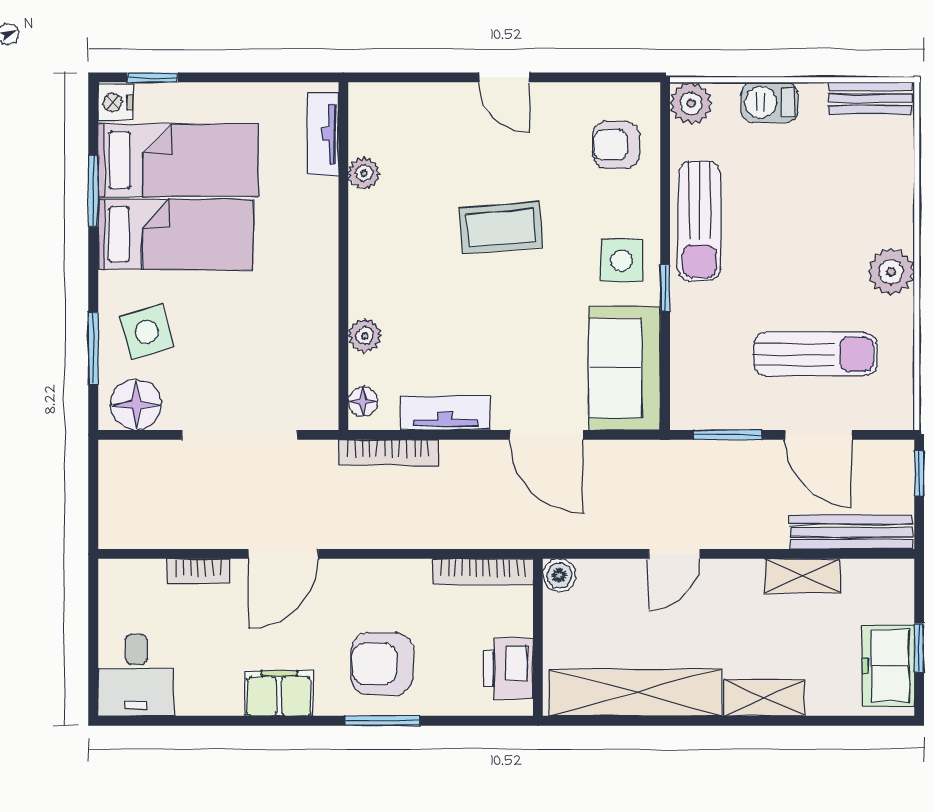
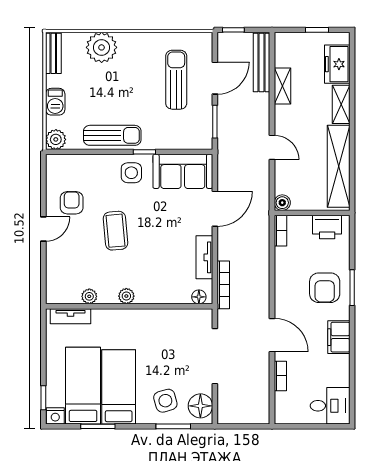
armchair: (616, 145) -> (72, 203), moved, turned 180
plant: (891, 272) -> (102, 47), moved, width x1.36, depth x1.36
plant: (365, 336) -> (126, 296), moved
bookcase: (483, 572) -> (281, 231), width x0.64
freezer: (888, 666) -> (337, 64), moved, turned 90

